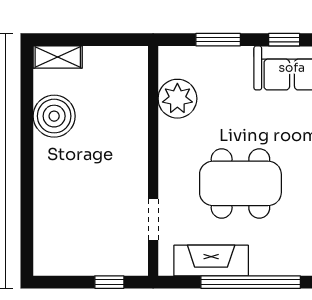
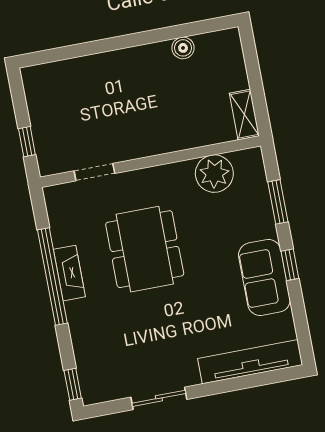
shelving: (58, 57) -> (244, 115), moved
boiler: (54, 116) -> (183, 48), width x0.54, depth x0.54
fireplace: (211, 260) -> (69, 273), moved, width x0.73, depth x0.76

